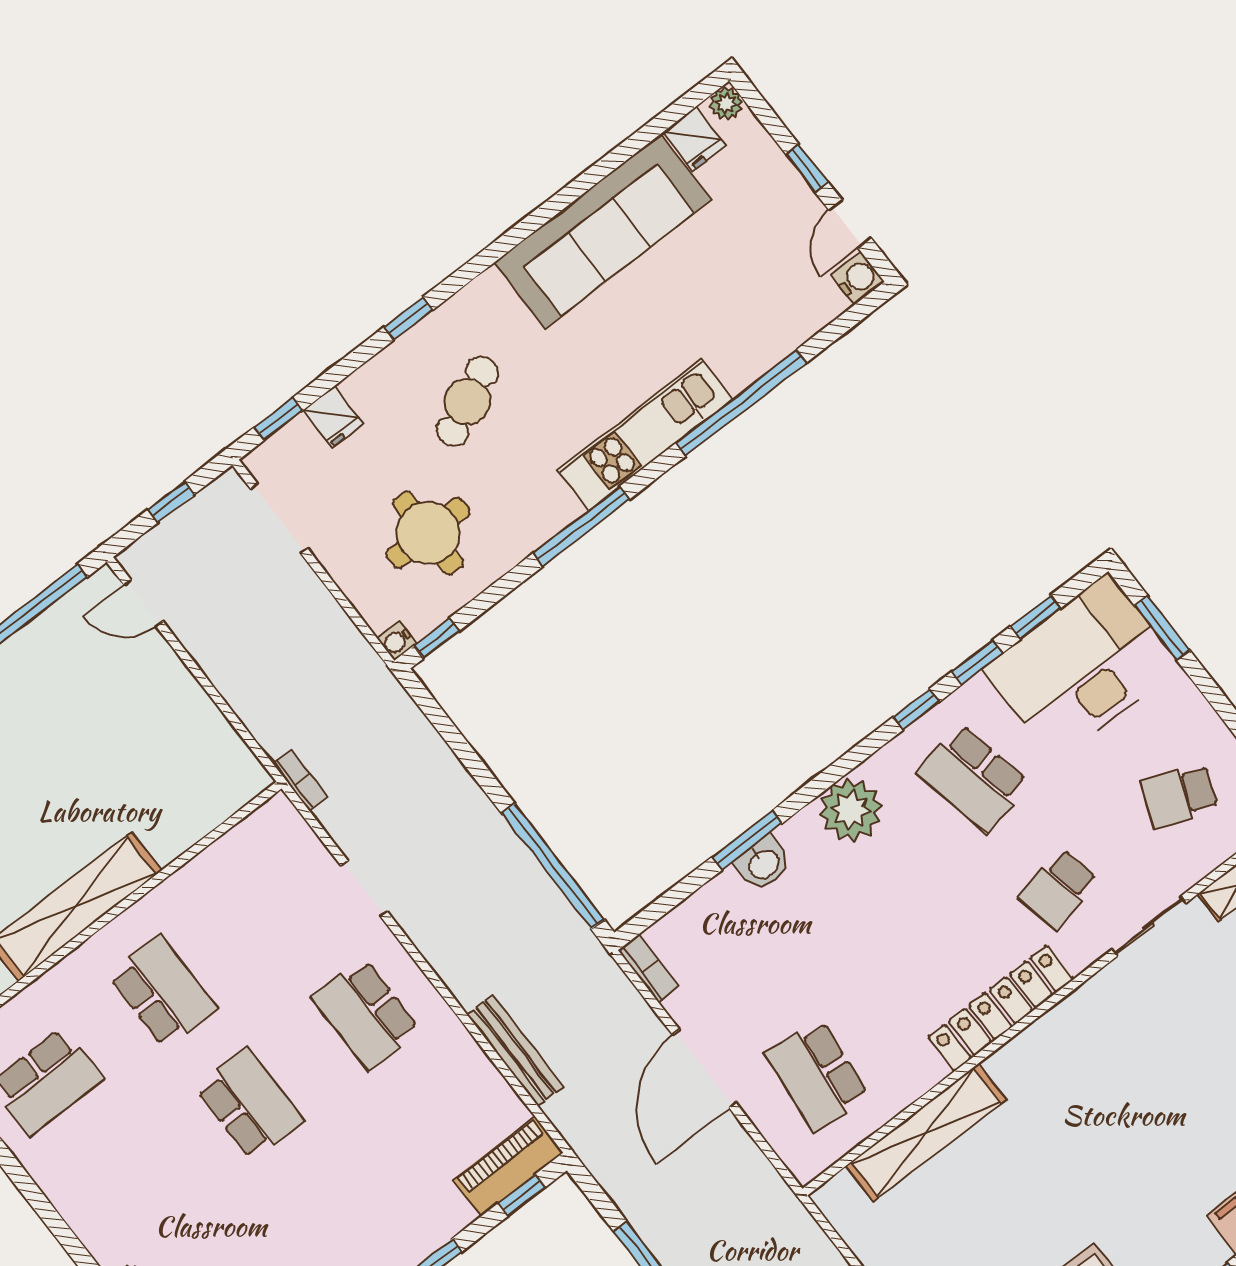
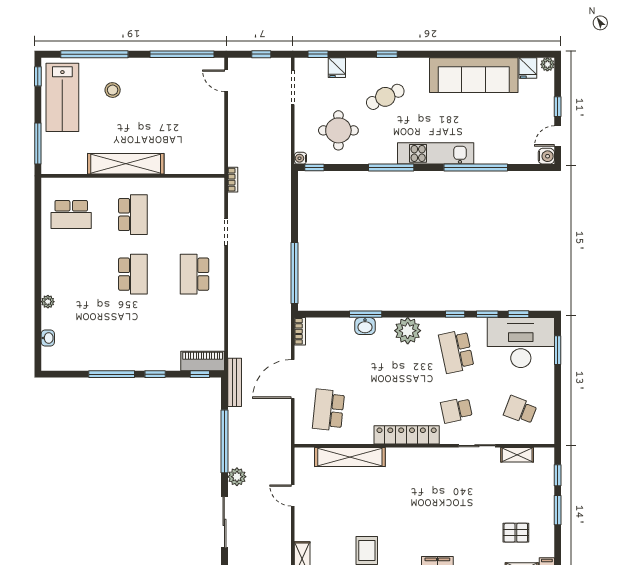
bench: (515, 1051) -> (235, 382), moved

